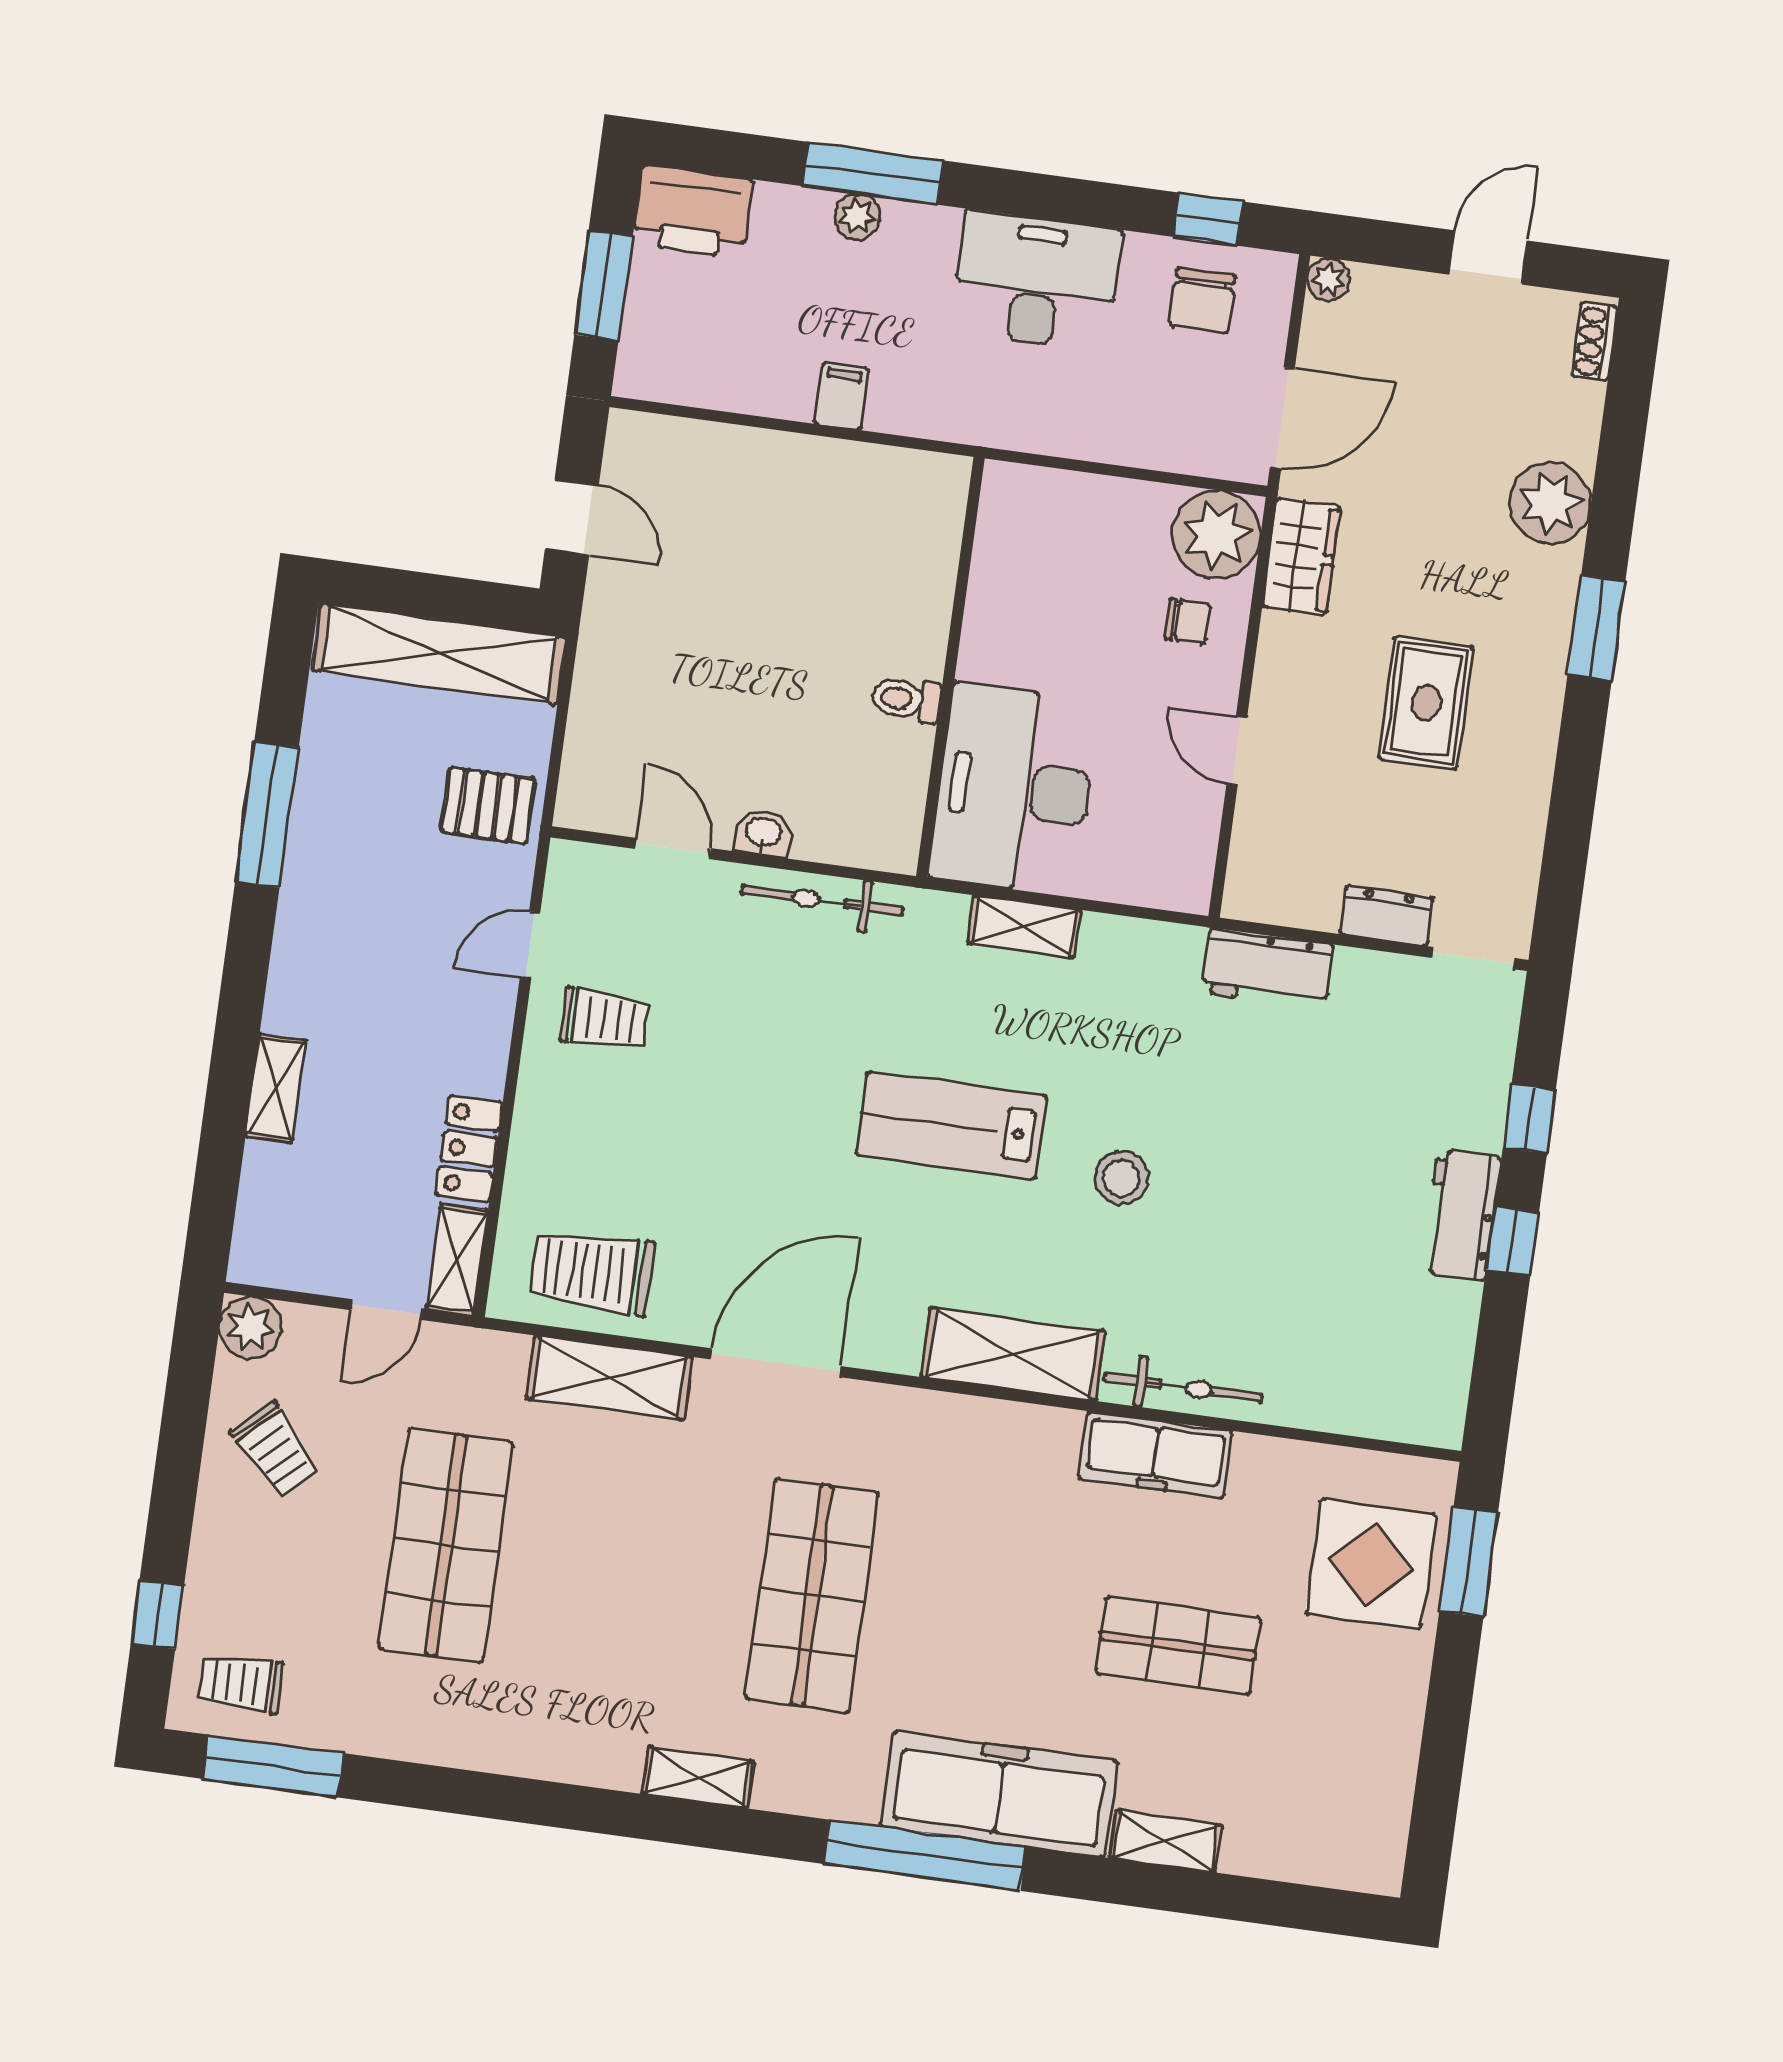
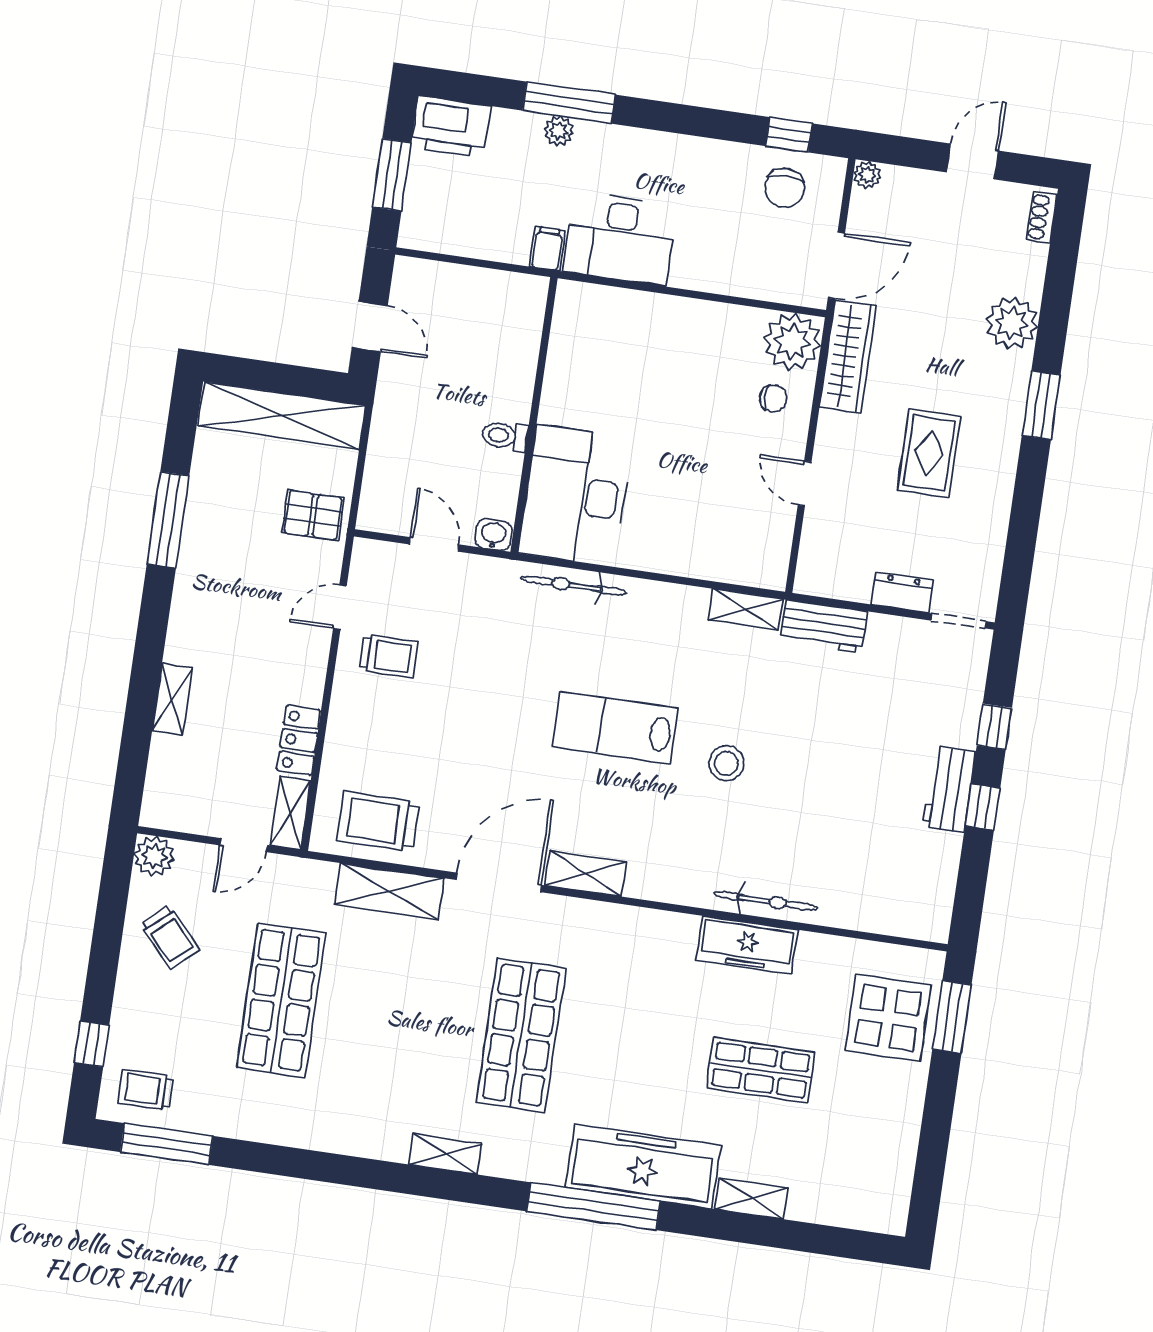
desk: (1037, 281) -> (620, 239), moved, turned 180
wardrobe: (1301, 557) -> (848, 357), width x1.50
wall: (950, 667) -> (534, 415), moved
toilet: (906, 700) -> (505, 436), moved
desk: (1014, 789) -> (575, 495), moved
bicycle: (822, 901) -> (574, 585), moved
shelving: (1024, 927) -> (746, 610), moved
shelving: (1013, 1354) -> (585, 874), moved, width x0.67, depth x0.75

